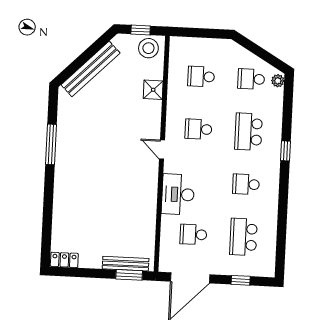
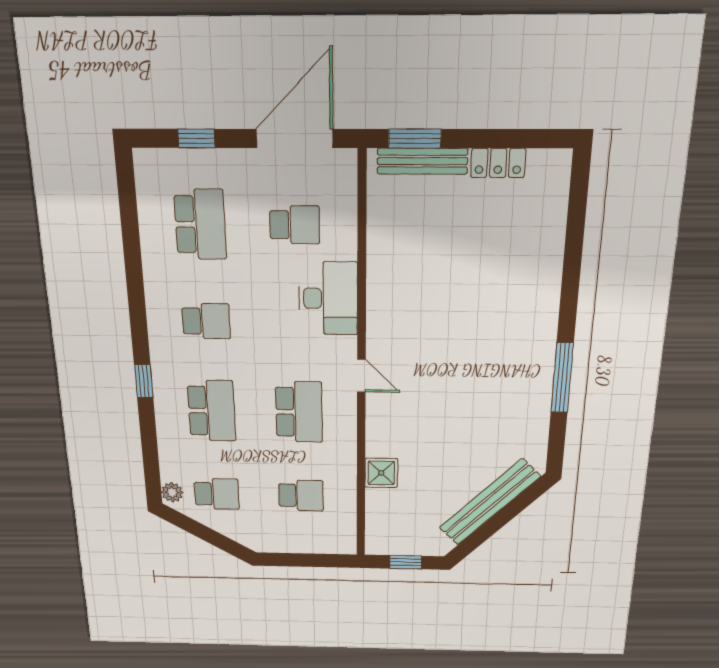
stool: (148, 48) -> (392, 536), removed
school desk: (198, 129) -> (299, 412), width x1.85
locker: (64, 260) -> (498, 163), moved

